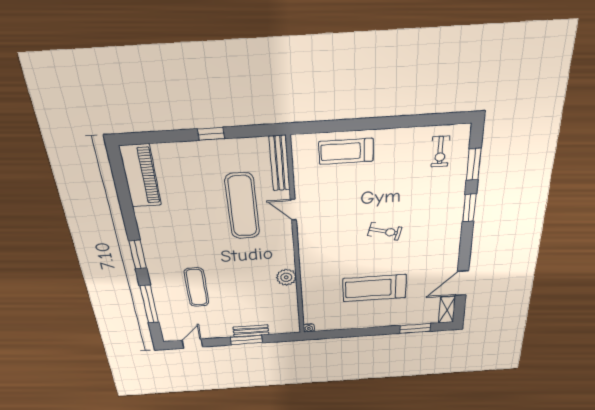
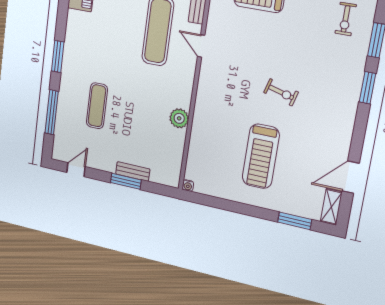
treadmill: (375, 288) -> (261, 156), turned -90

